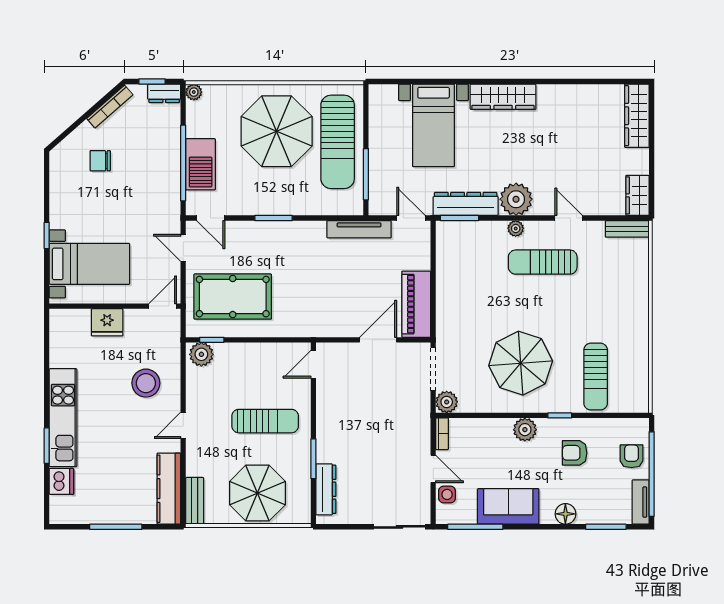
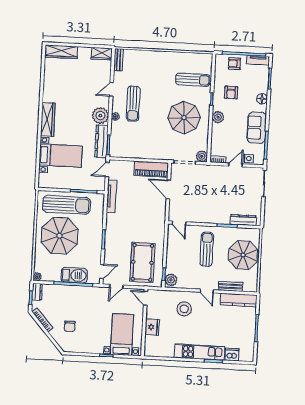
bench: (195, 501) -> (230, 286), moved

